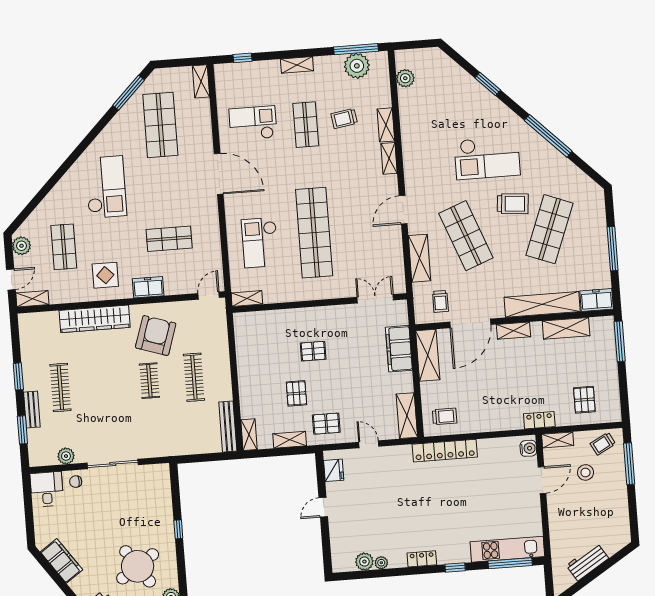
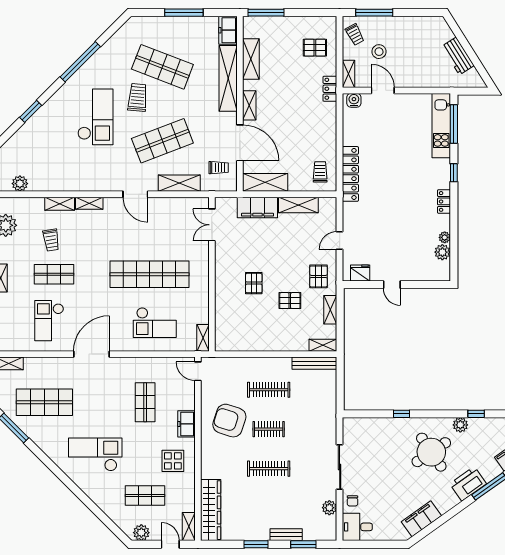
wardrobe: (95, 319) -> (211, 510), moved
clothes rail: (60, 387) -> (269, 469), moved
shelving: (407, 416) -> (298, 205), moved

